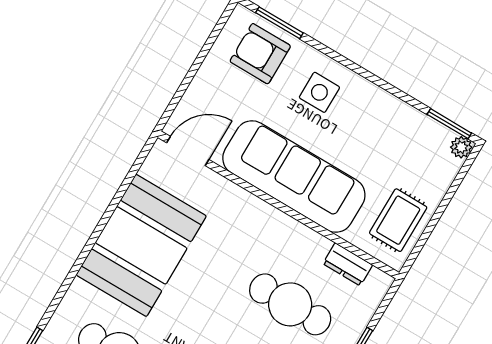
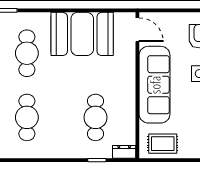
dresser: (348, 264) -> (124, 152), moved, turned 90

